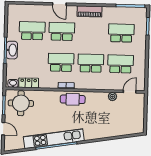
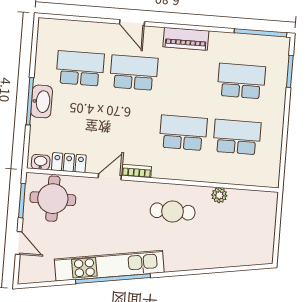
school desk: (61, 62) -> (129, 129), removed
door: (130, 92) -> (110, 177), moved
cafe table: (73, 99) -> (173, 211), moved

